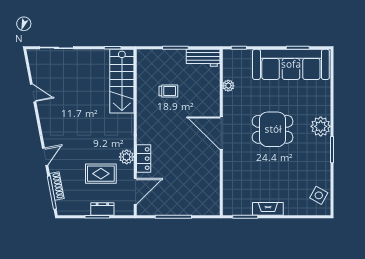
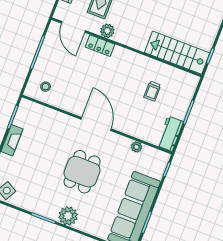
door: (221, 133) -> (96, 124), hinge flipped
stool: (204, 196) -> (46, 87), added

